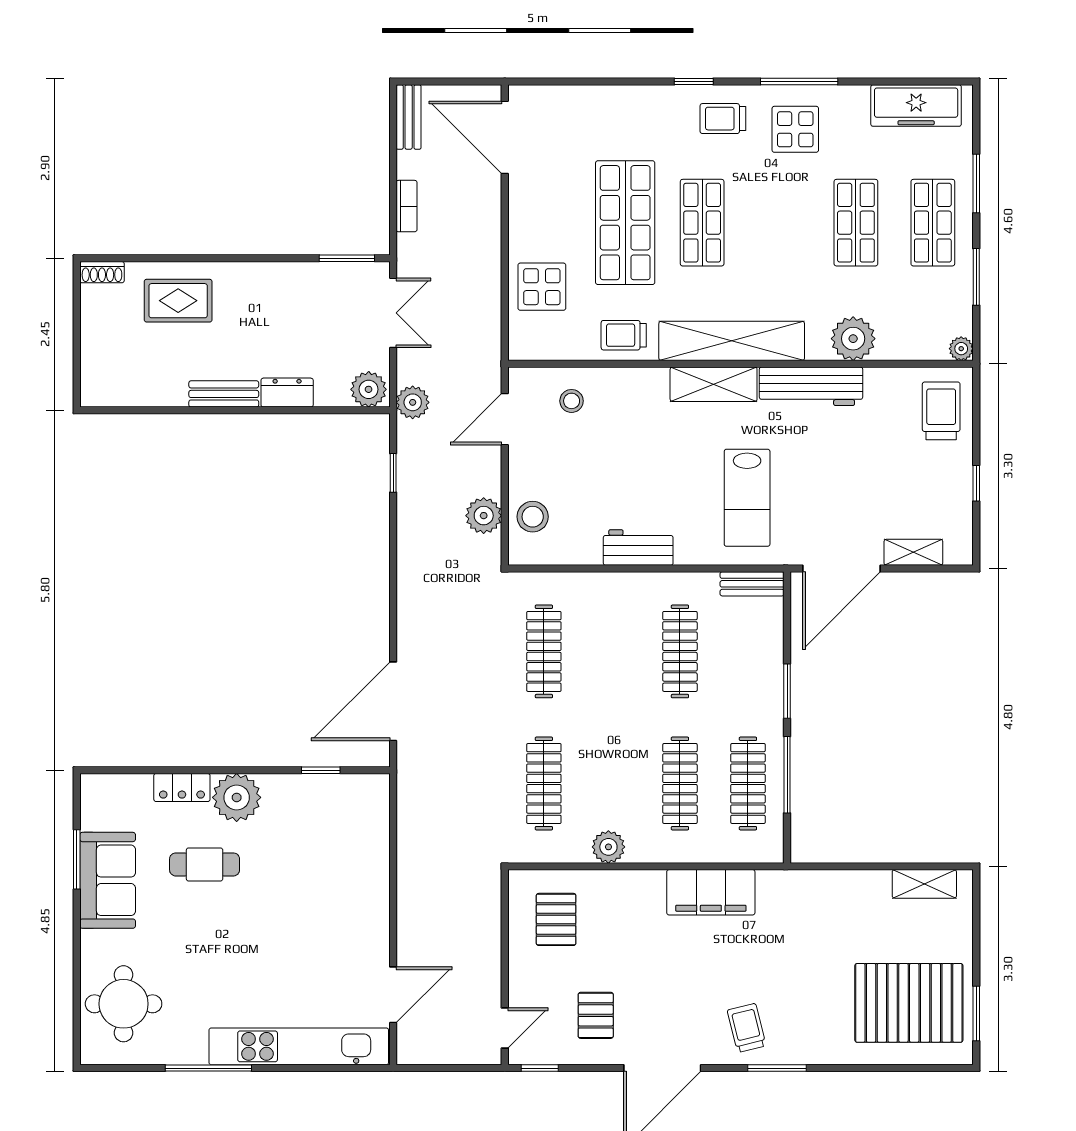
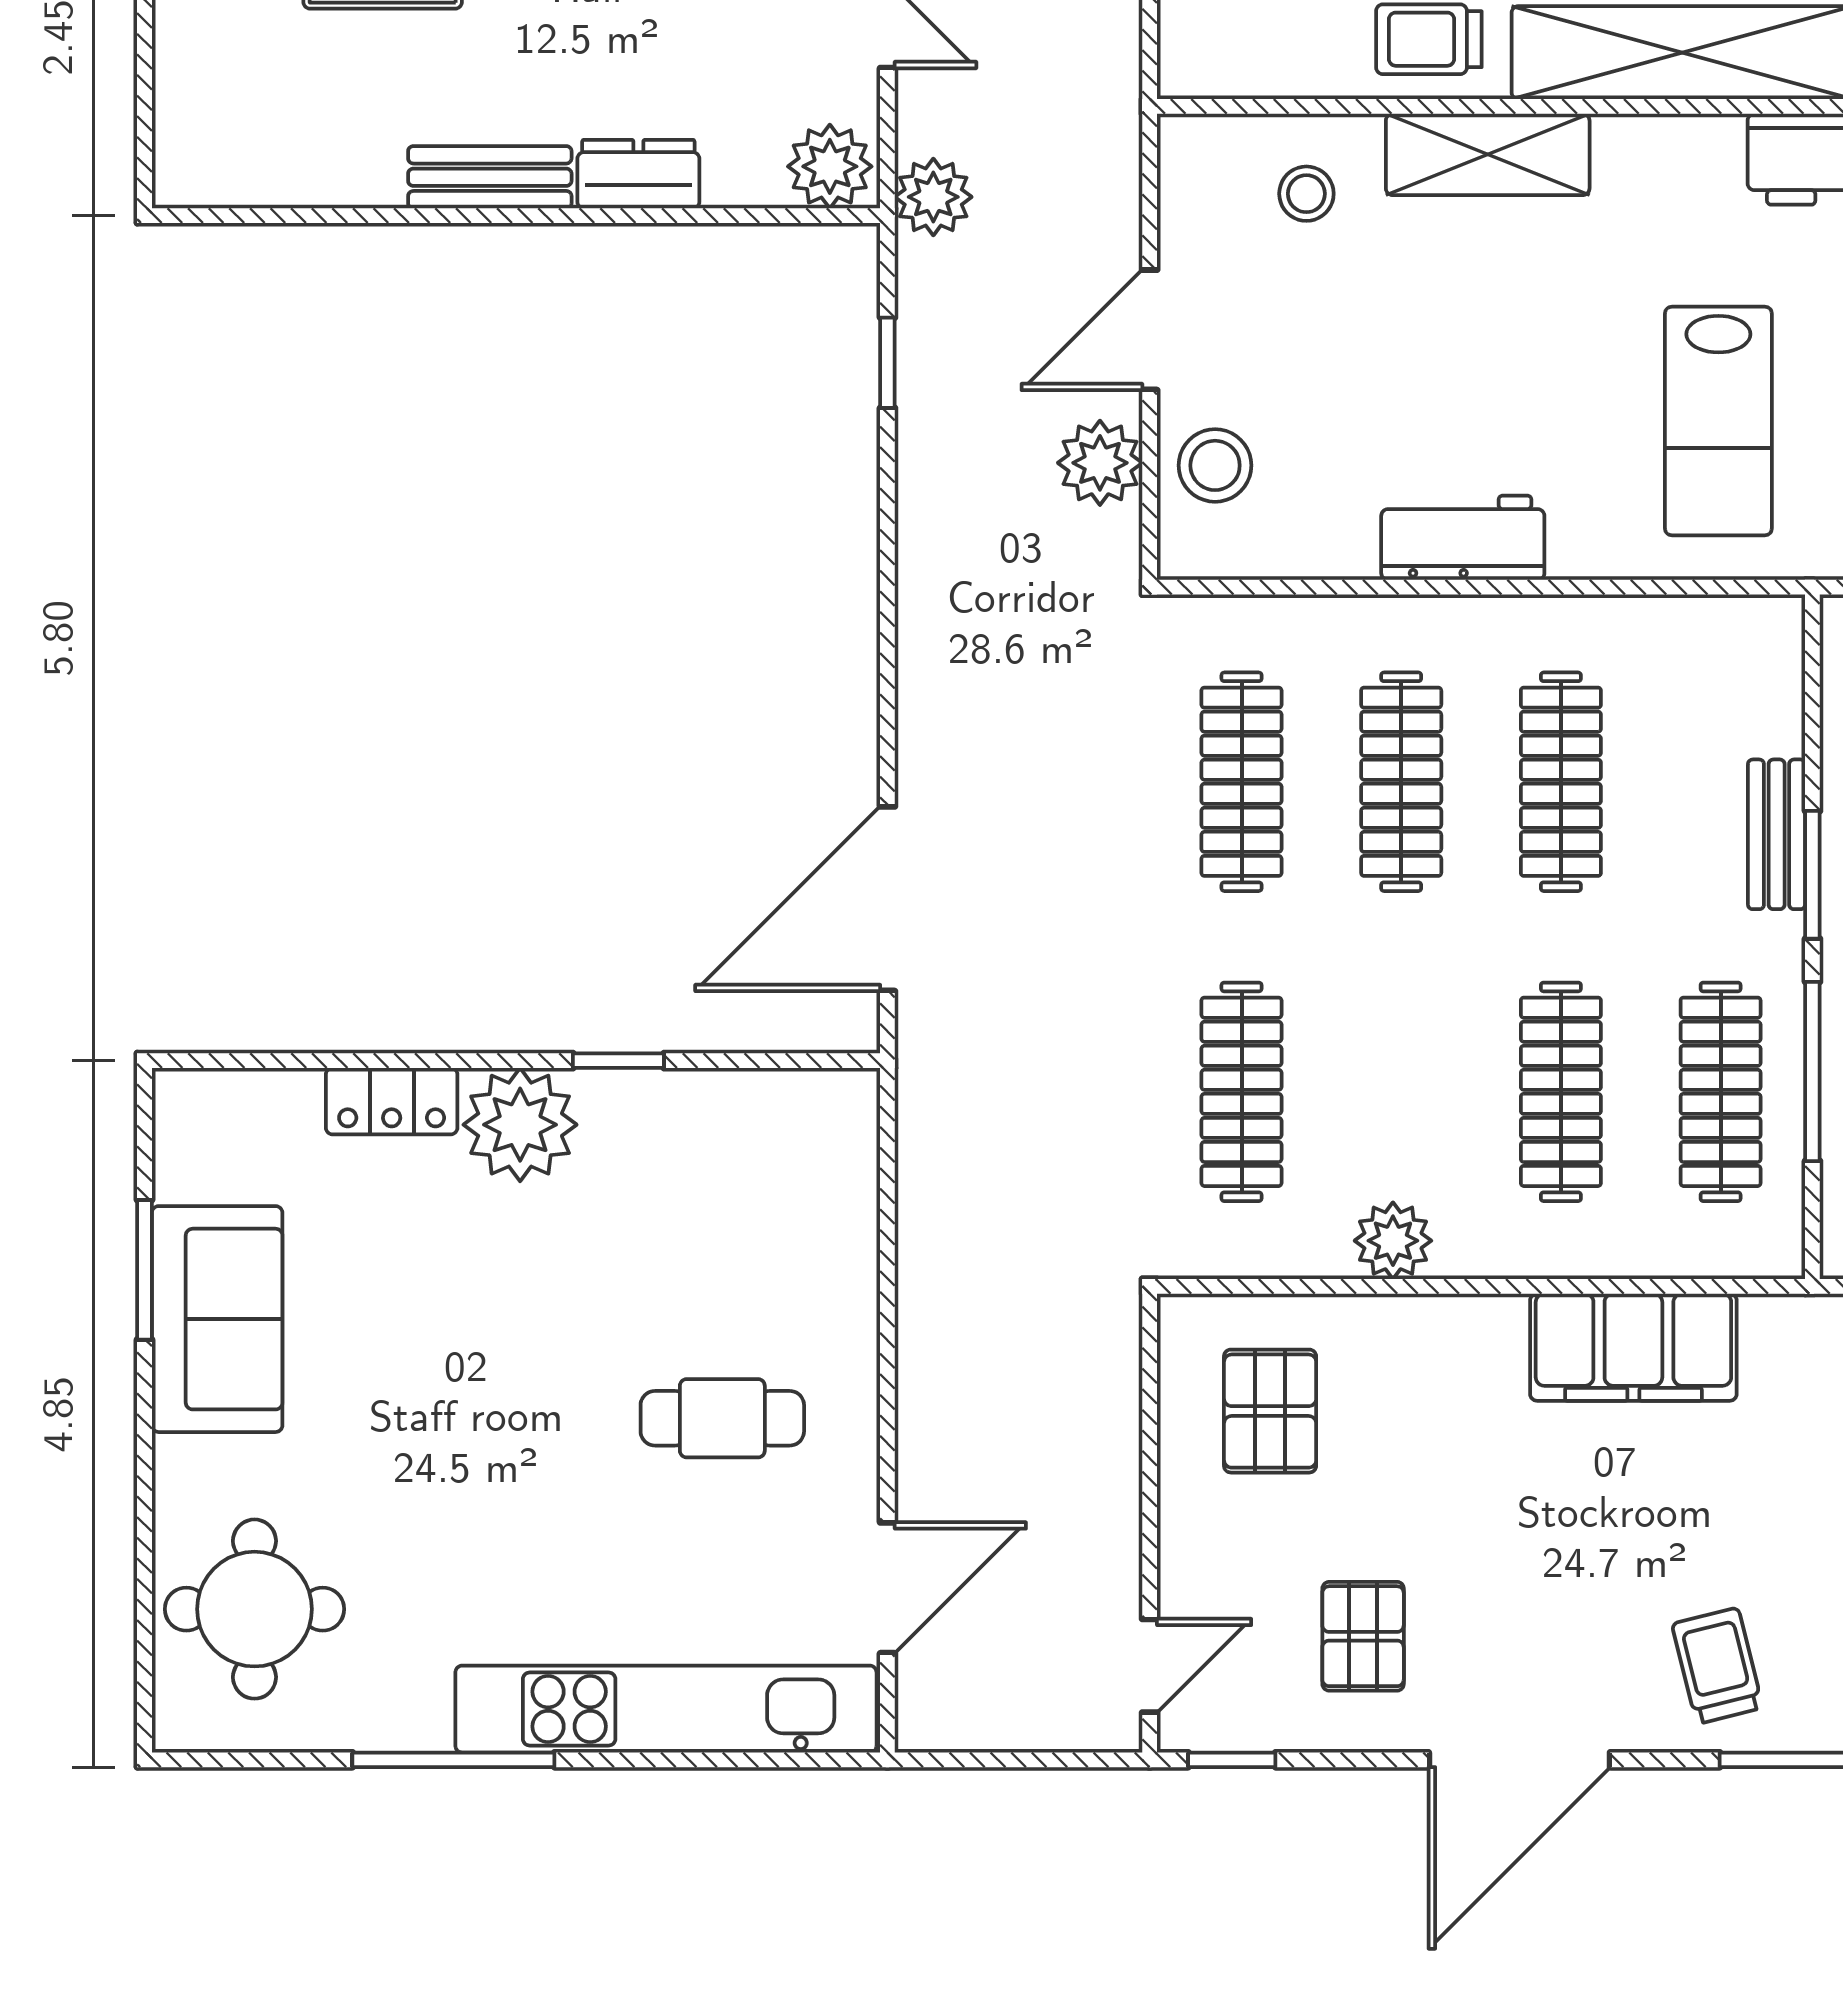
shelving: (714, 384) -> (1488, 154), moved
door: (505, 419) -> (1150, 330), moved
bench: (752, 584) -> (1777, 834), moved, turned 90
clothes rail: (612, 651) -> (1401, 782), added
window: (321, 770) -> (618, 1061), moved
cafe table: (205, 864) -> (722, 1418), moved

